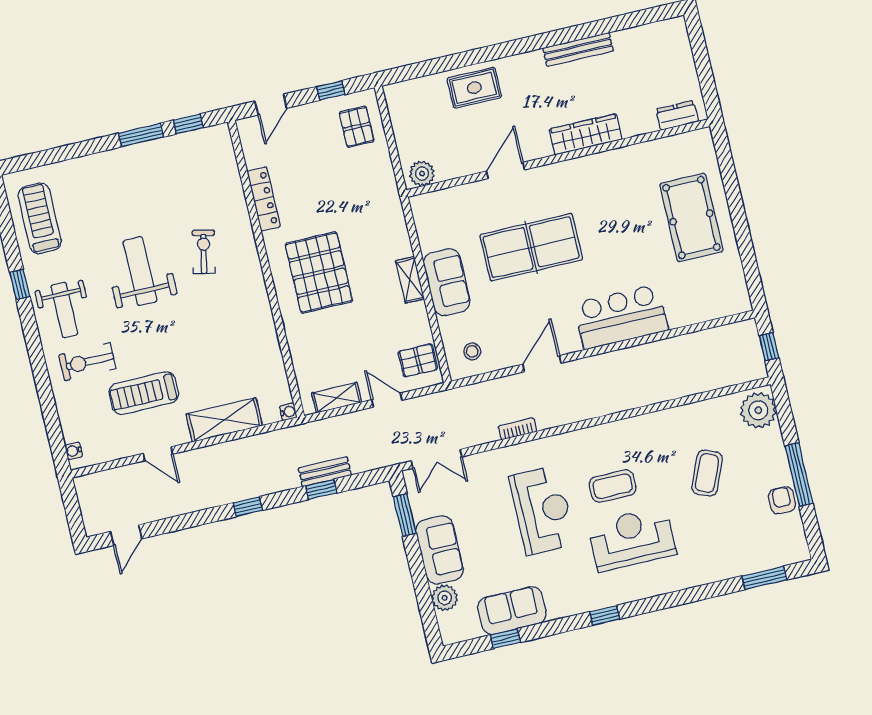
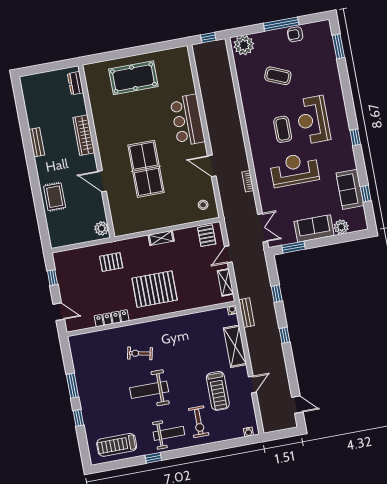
bench: (578, 49) -> (37, 142), width x0.73
window: (188, 124) -> (78, 418), moved
pallet: (357, 127) -> (111, 262), moved
sofa: (447, 282) -> (163, 217), removed
bench: (325, 472) -> (247, 313), moved

